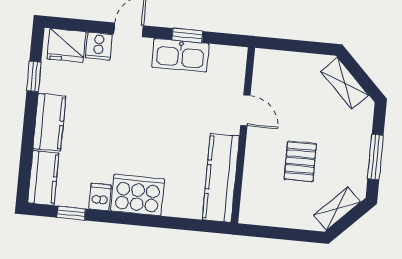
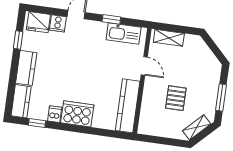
kitchen sink: (180, 55) -> (124, 34), moved
shelving: (345, 83) -> (169, 38), moved, turned -45

